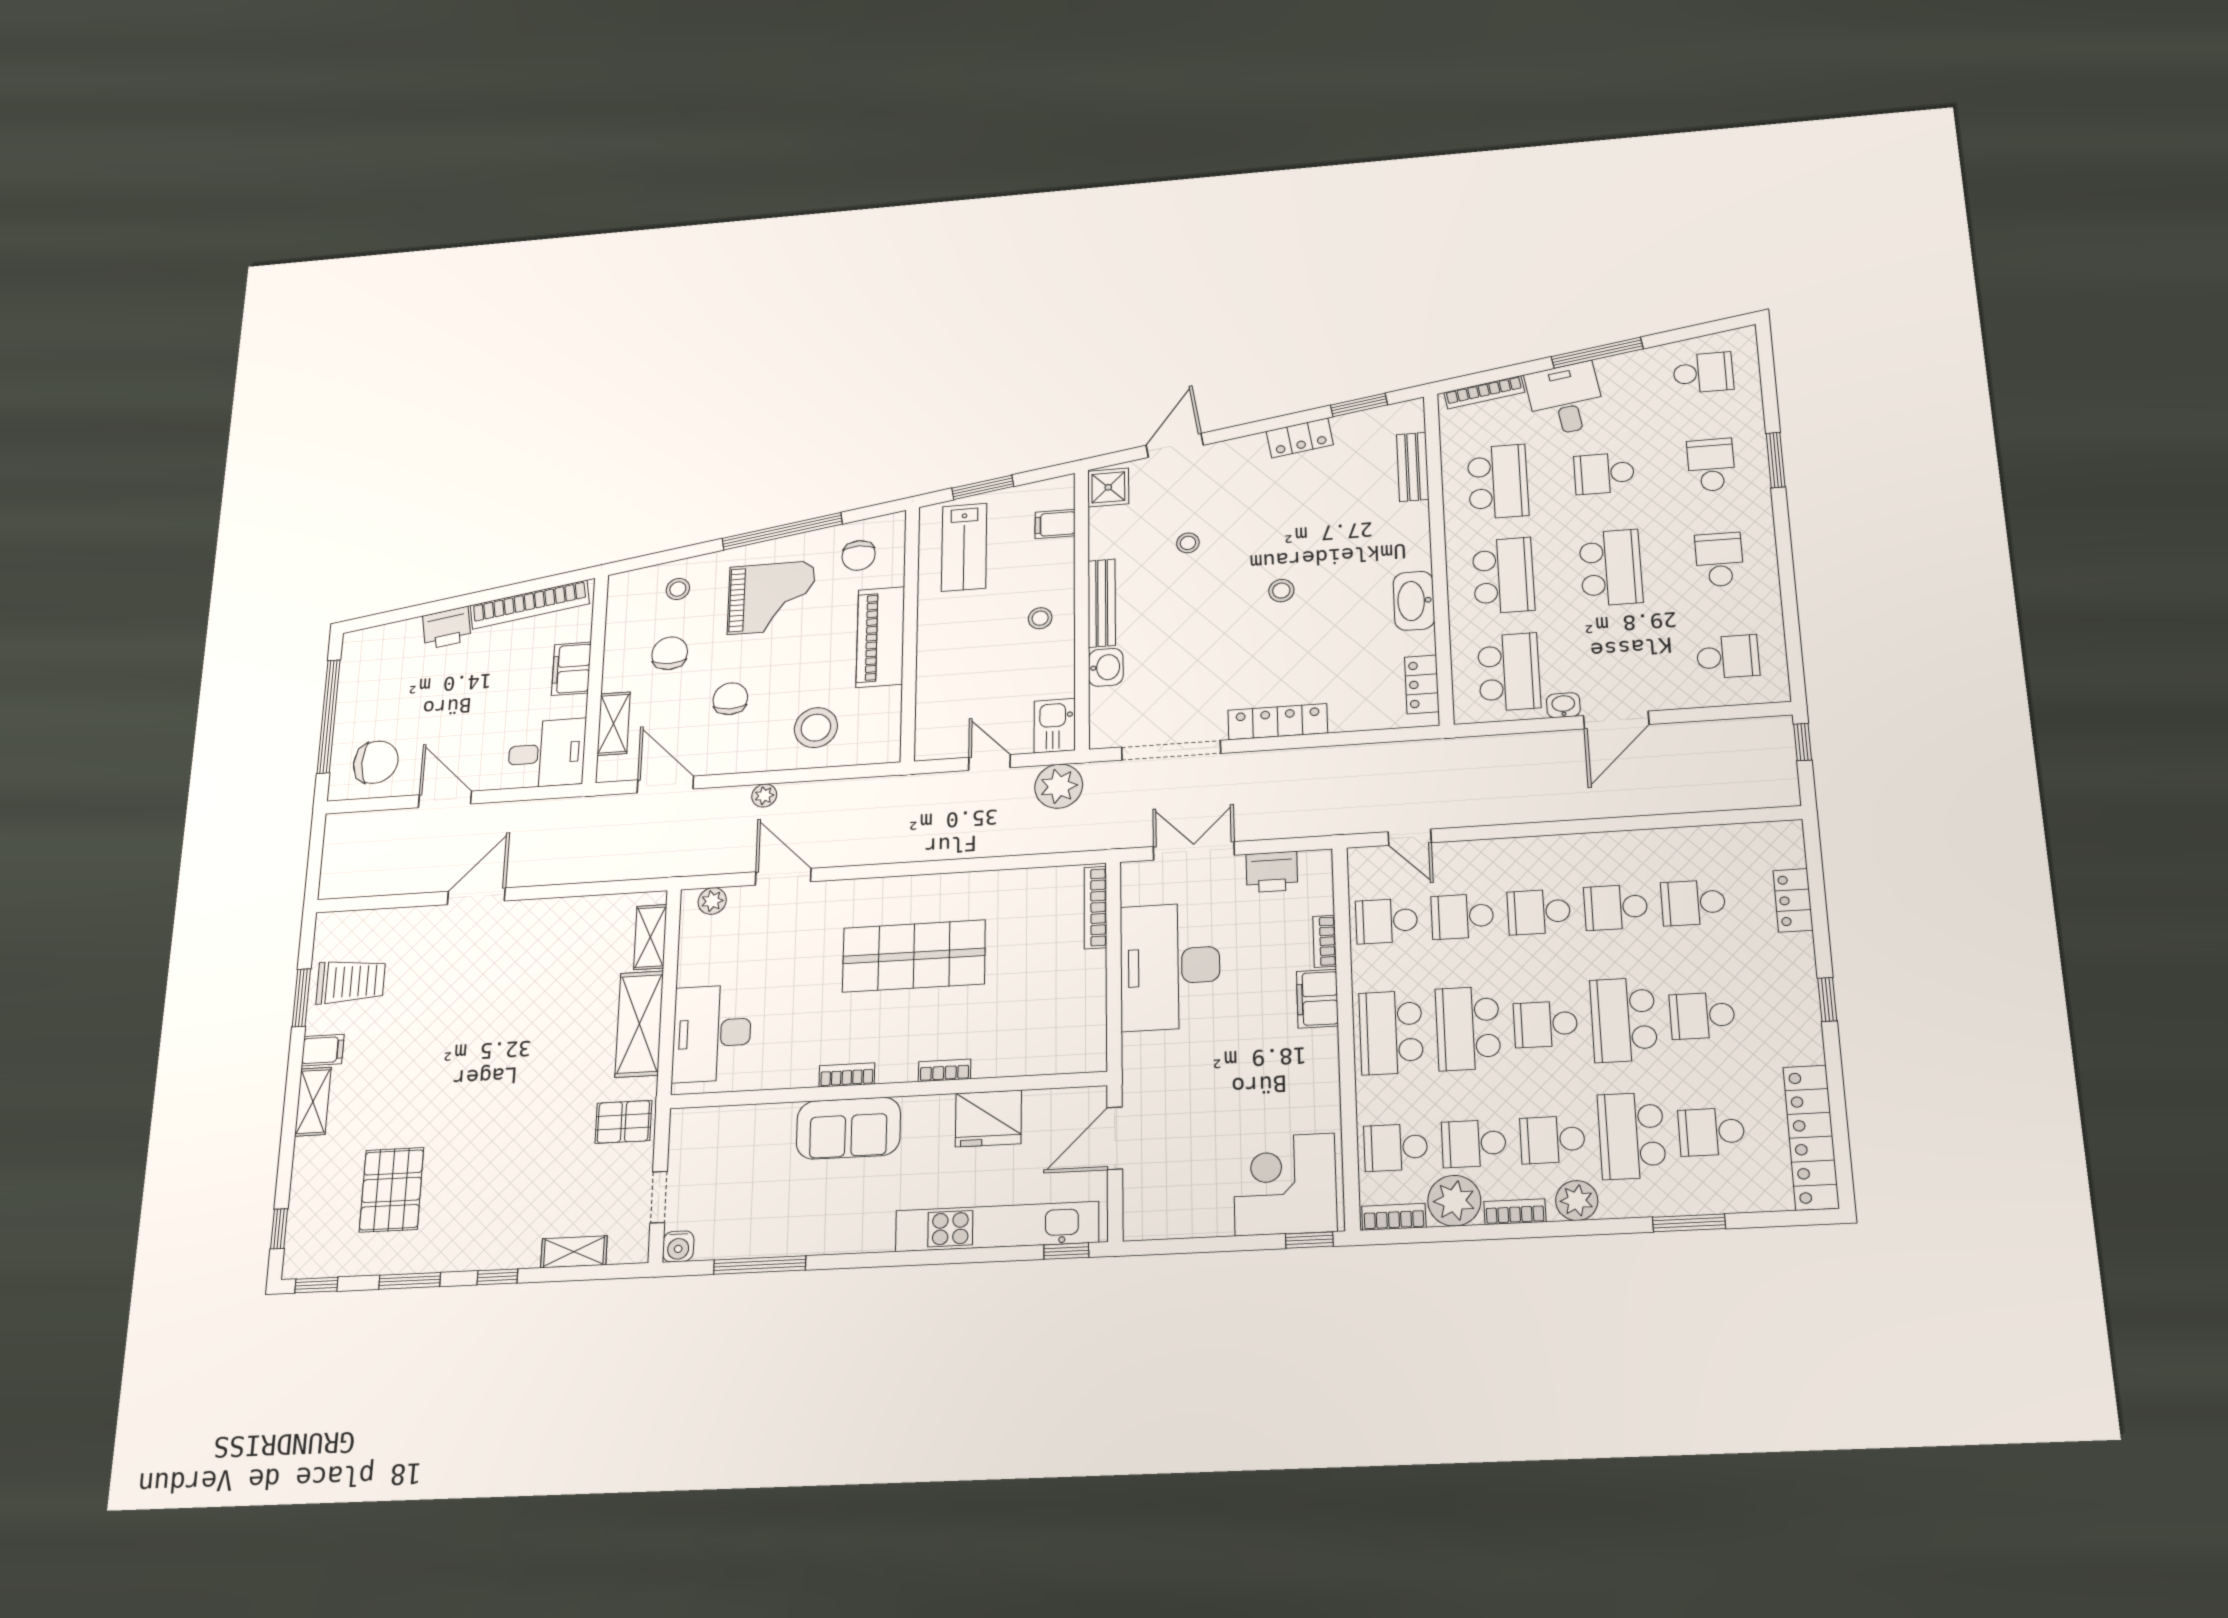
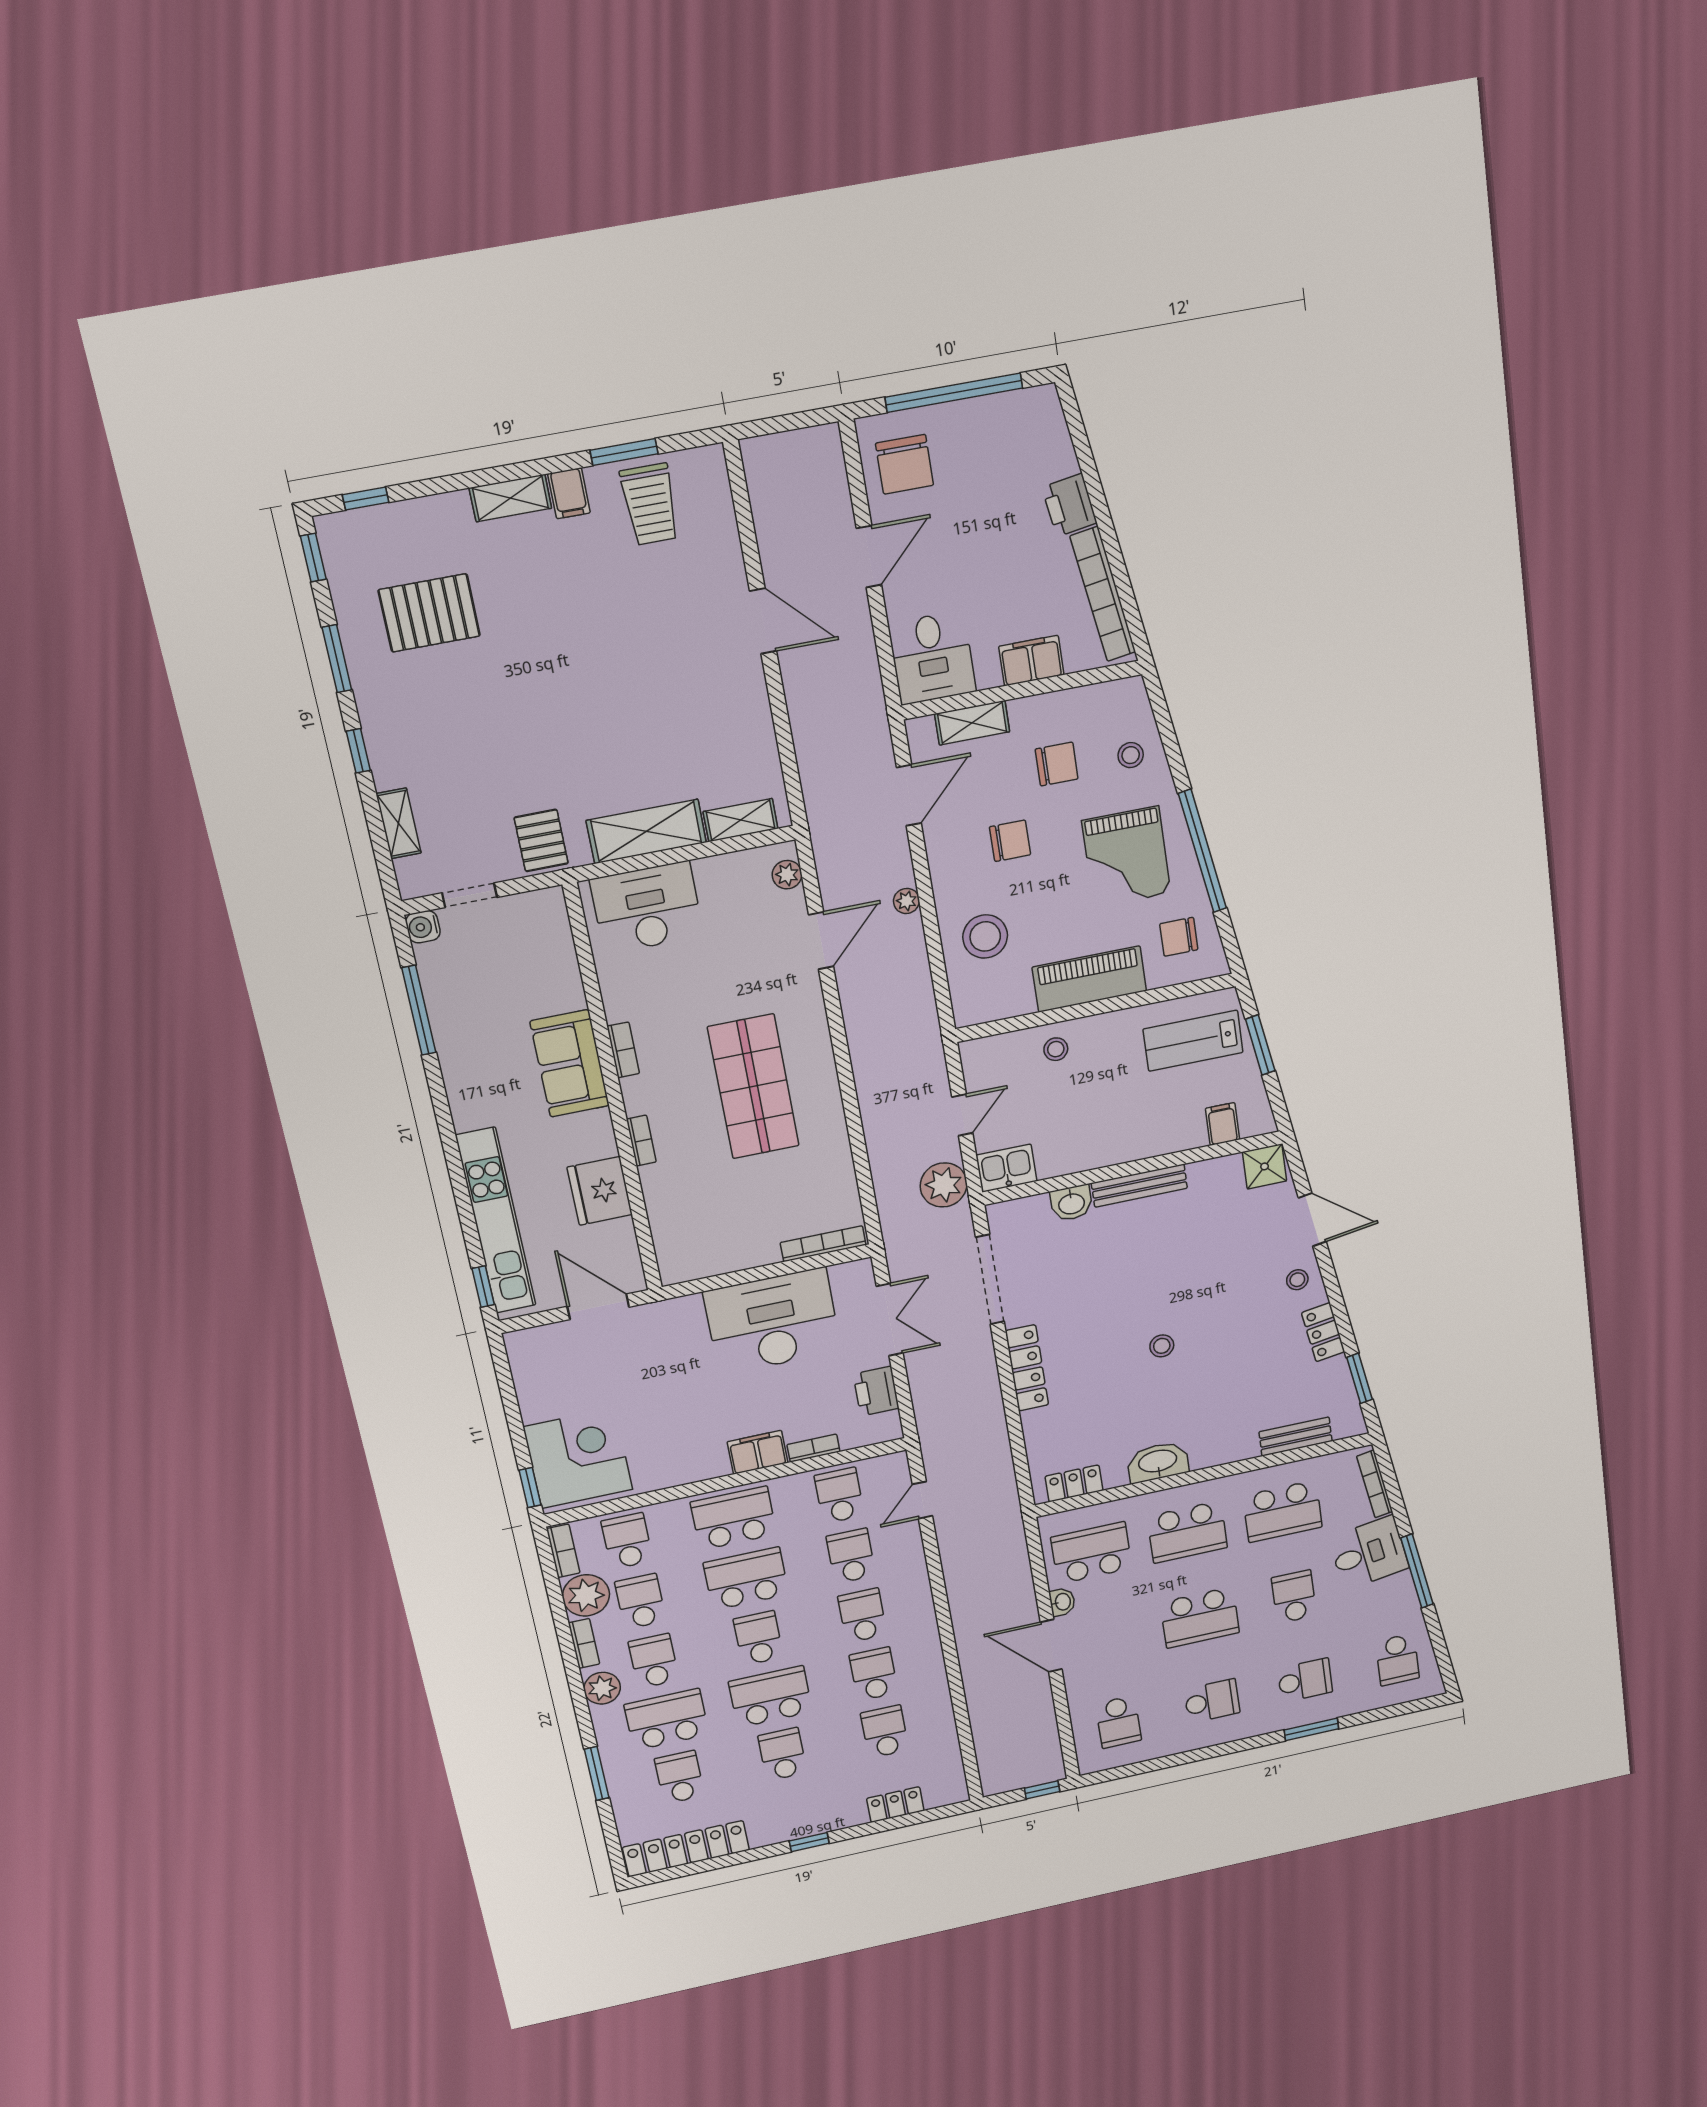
stool: (1188, 543) -> (1297, 1280), moved
stool: (1040, 618) -> (1056, 1049), moved
school desk: (1509, 672) -> (1091, 1553), turned 180

